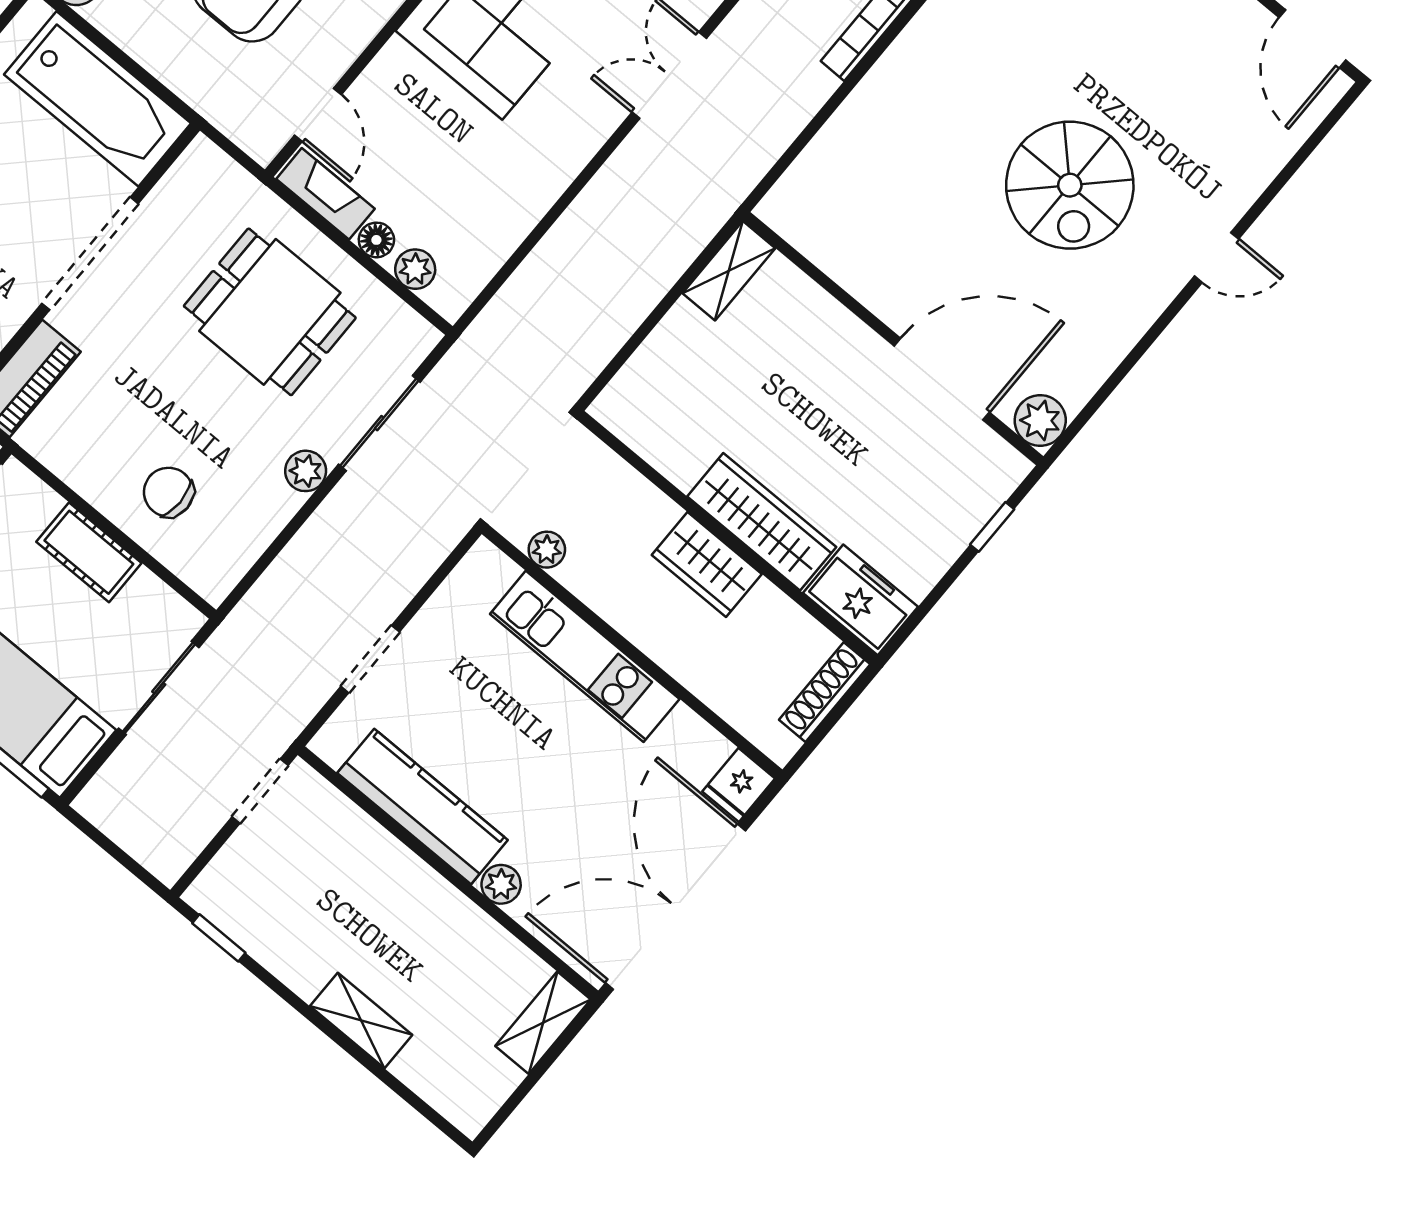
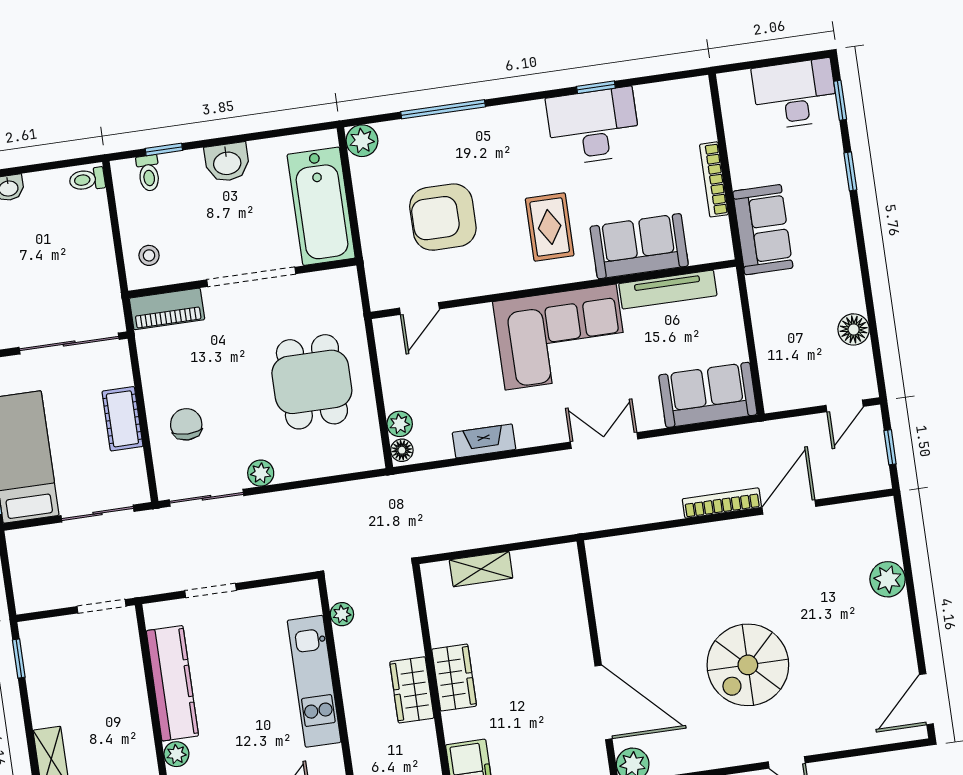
fireplace: (325, 194) -> (484, 441), moved, turned -90
floor lamp: (376, 240) -> (402, 450), moved
shelving: (729, 271) -> (481, 569), moved
sliding door: (379, 423) -> (207, 498), moved
wardrobe: (762, 522) -> (454, 678), width x0.67

